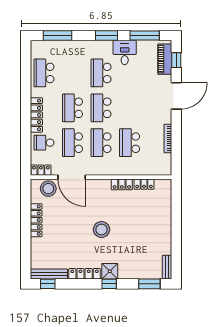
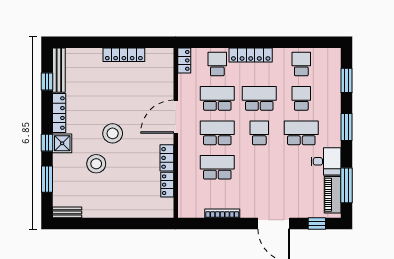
window: (58, 36) -> (346, 80), width x0.69
window: (106, 36) -> (346, 127), moved
piano: (165, 59) -> (333, 195), moved, turned -90
school desk: (44, 73) -> (301, 64), width x0.54
school desk: (72, 73) -> (301, 98), added
school desk: (101, 108) -> (259, 133), width x0.54
door: (72, 177) -> (176, 117), moved
stool: (48, 189) -> (96, 164), moved
window: (48, 284) -> (47, 81), moved
window: (149, 284) -> (47, 179), moved

